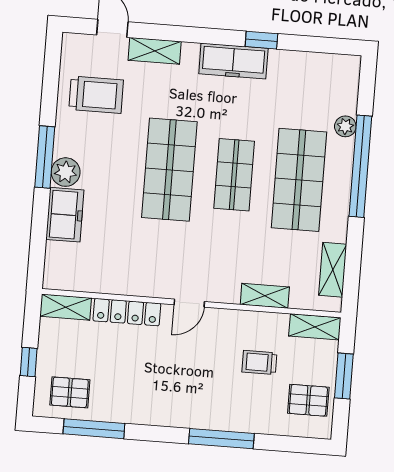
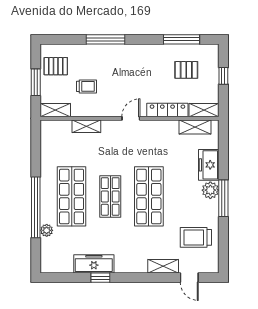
freezer: (233, 61) -> (94, 264), moved
shelving: (333, 270) -> (195, 127), moved, turned 90
pallet: (70, 392) -> (186, 70), moved

